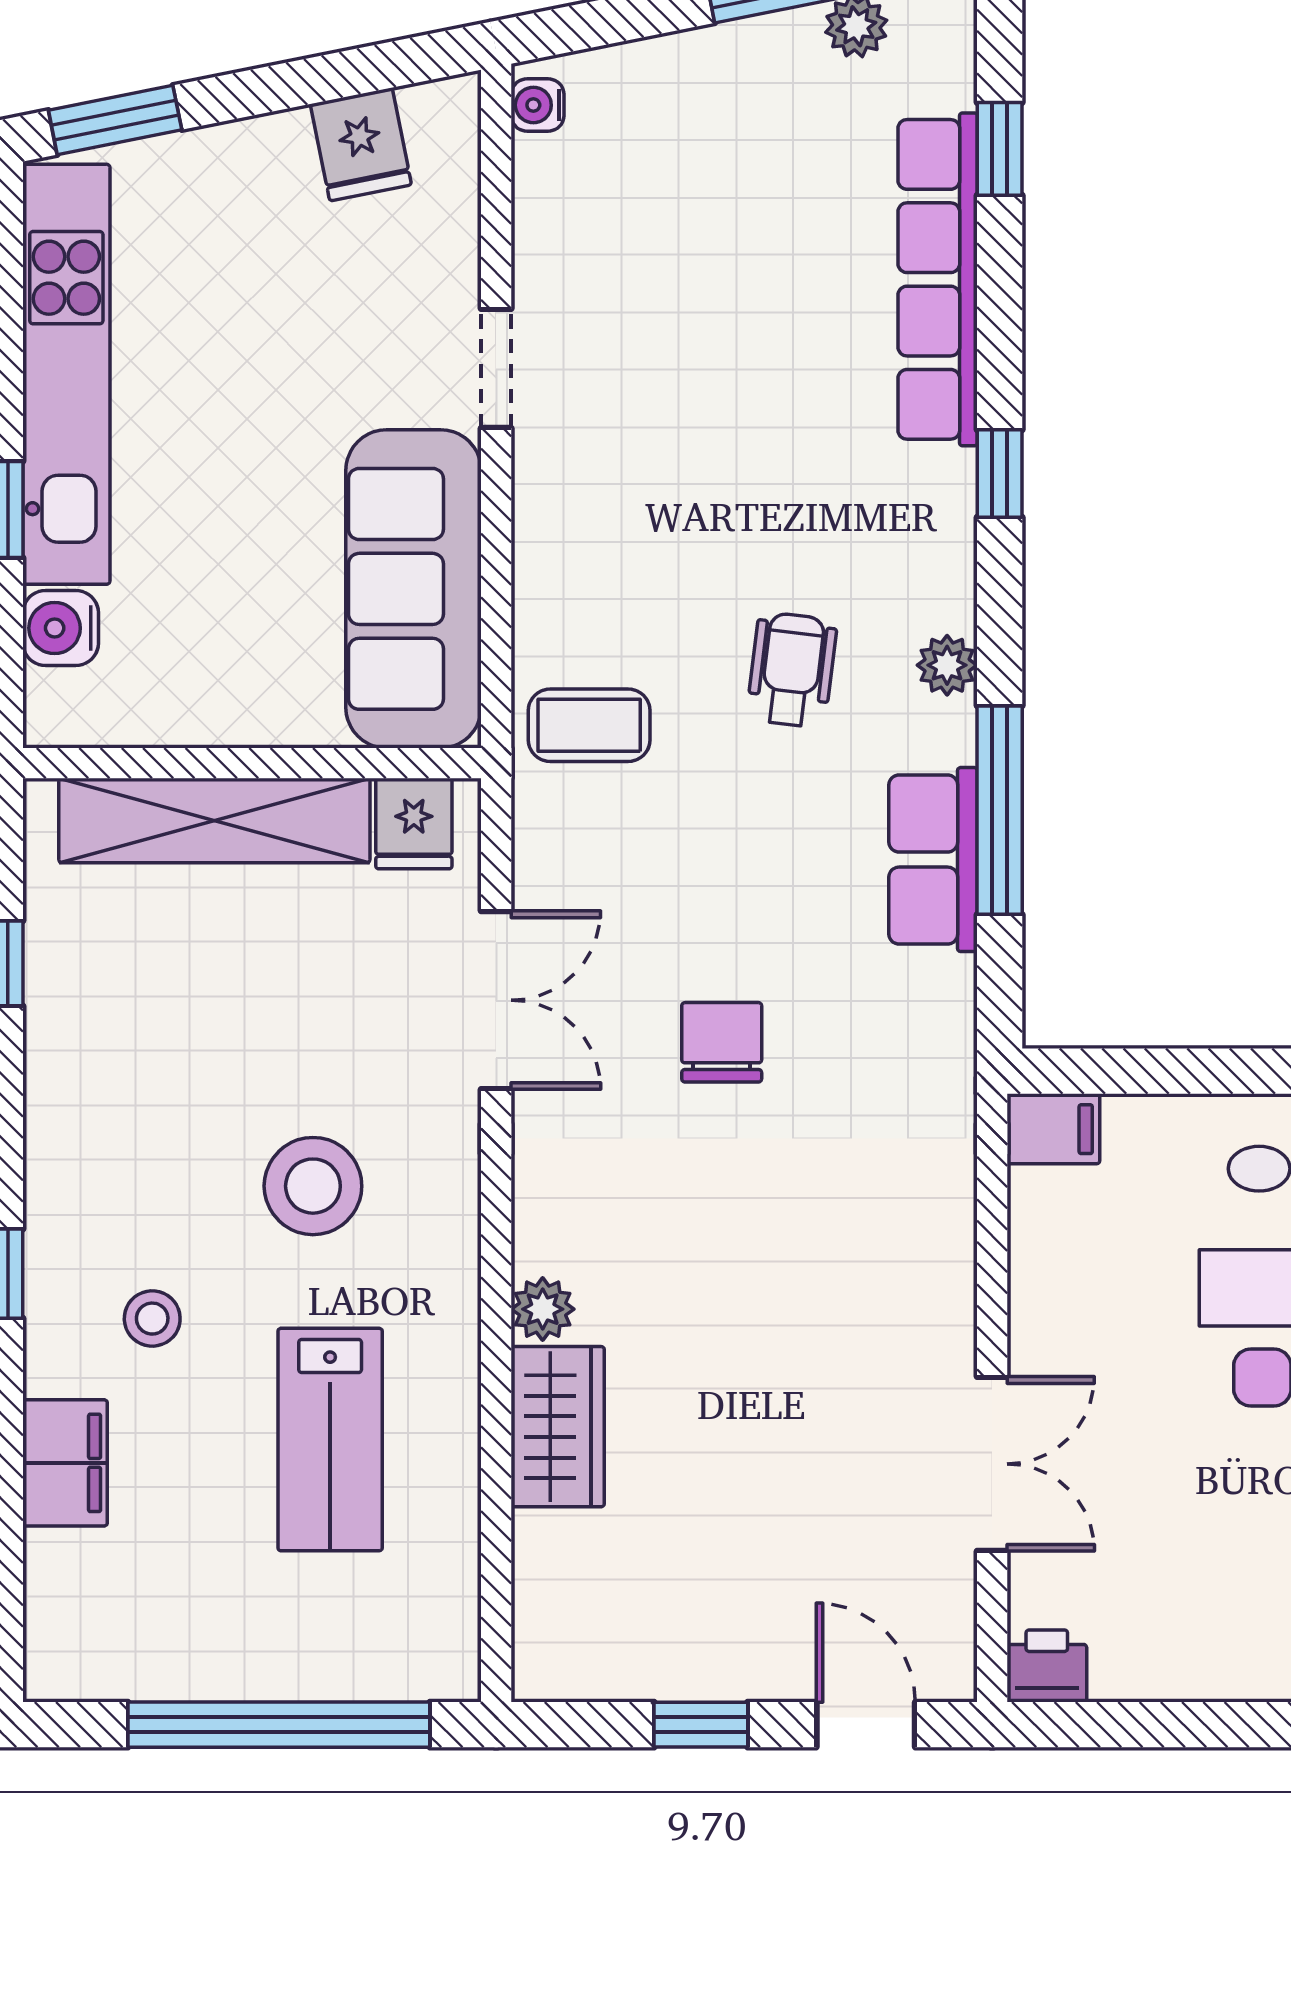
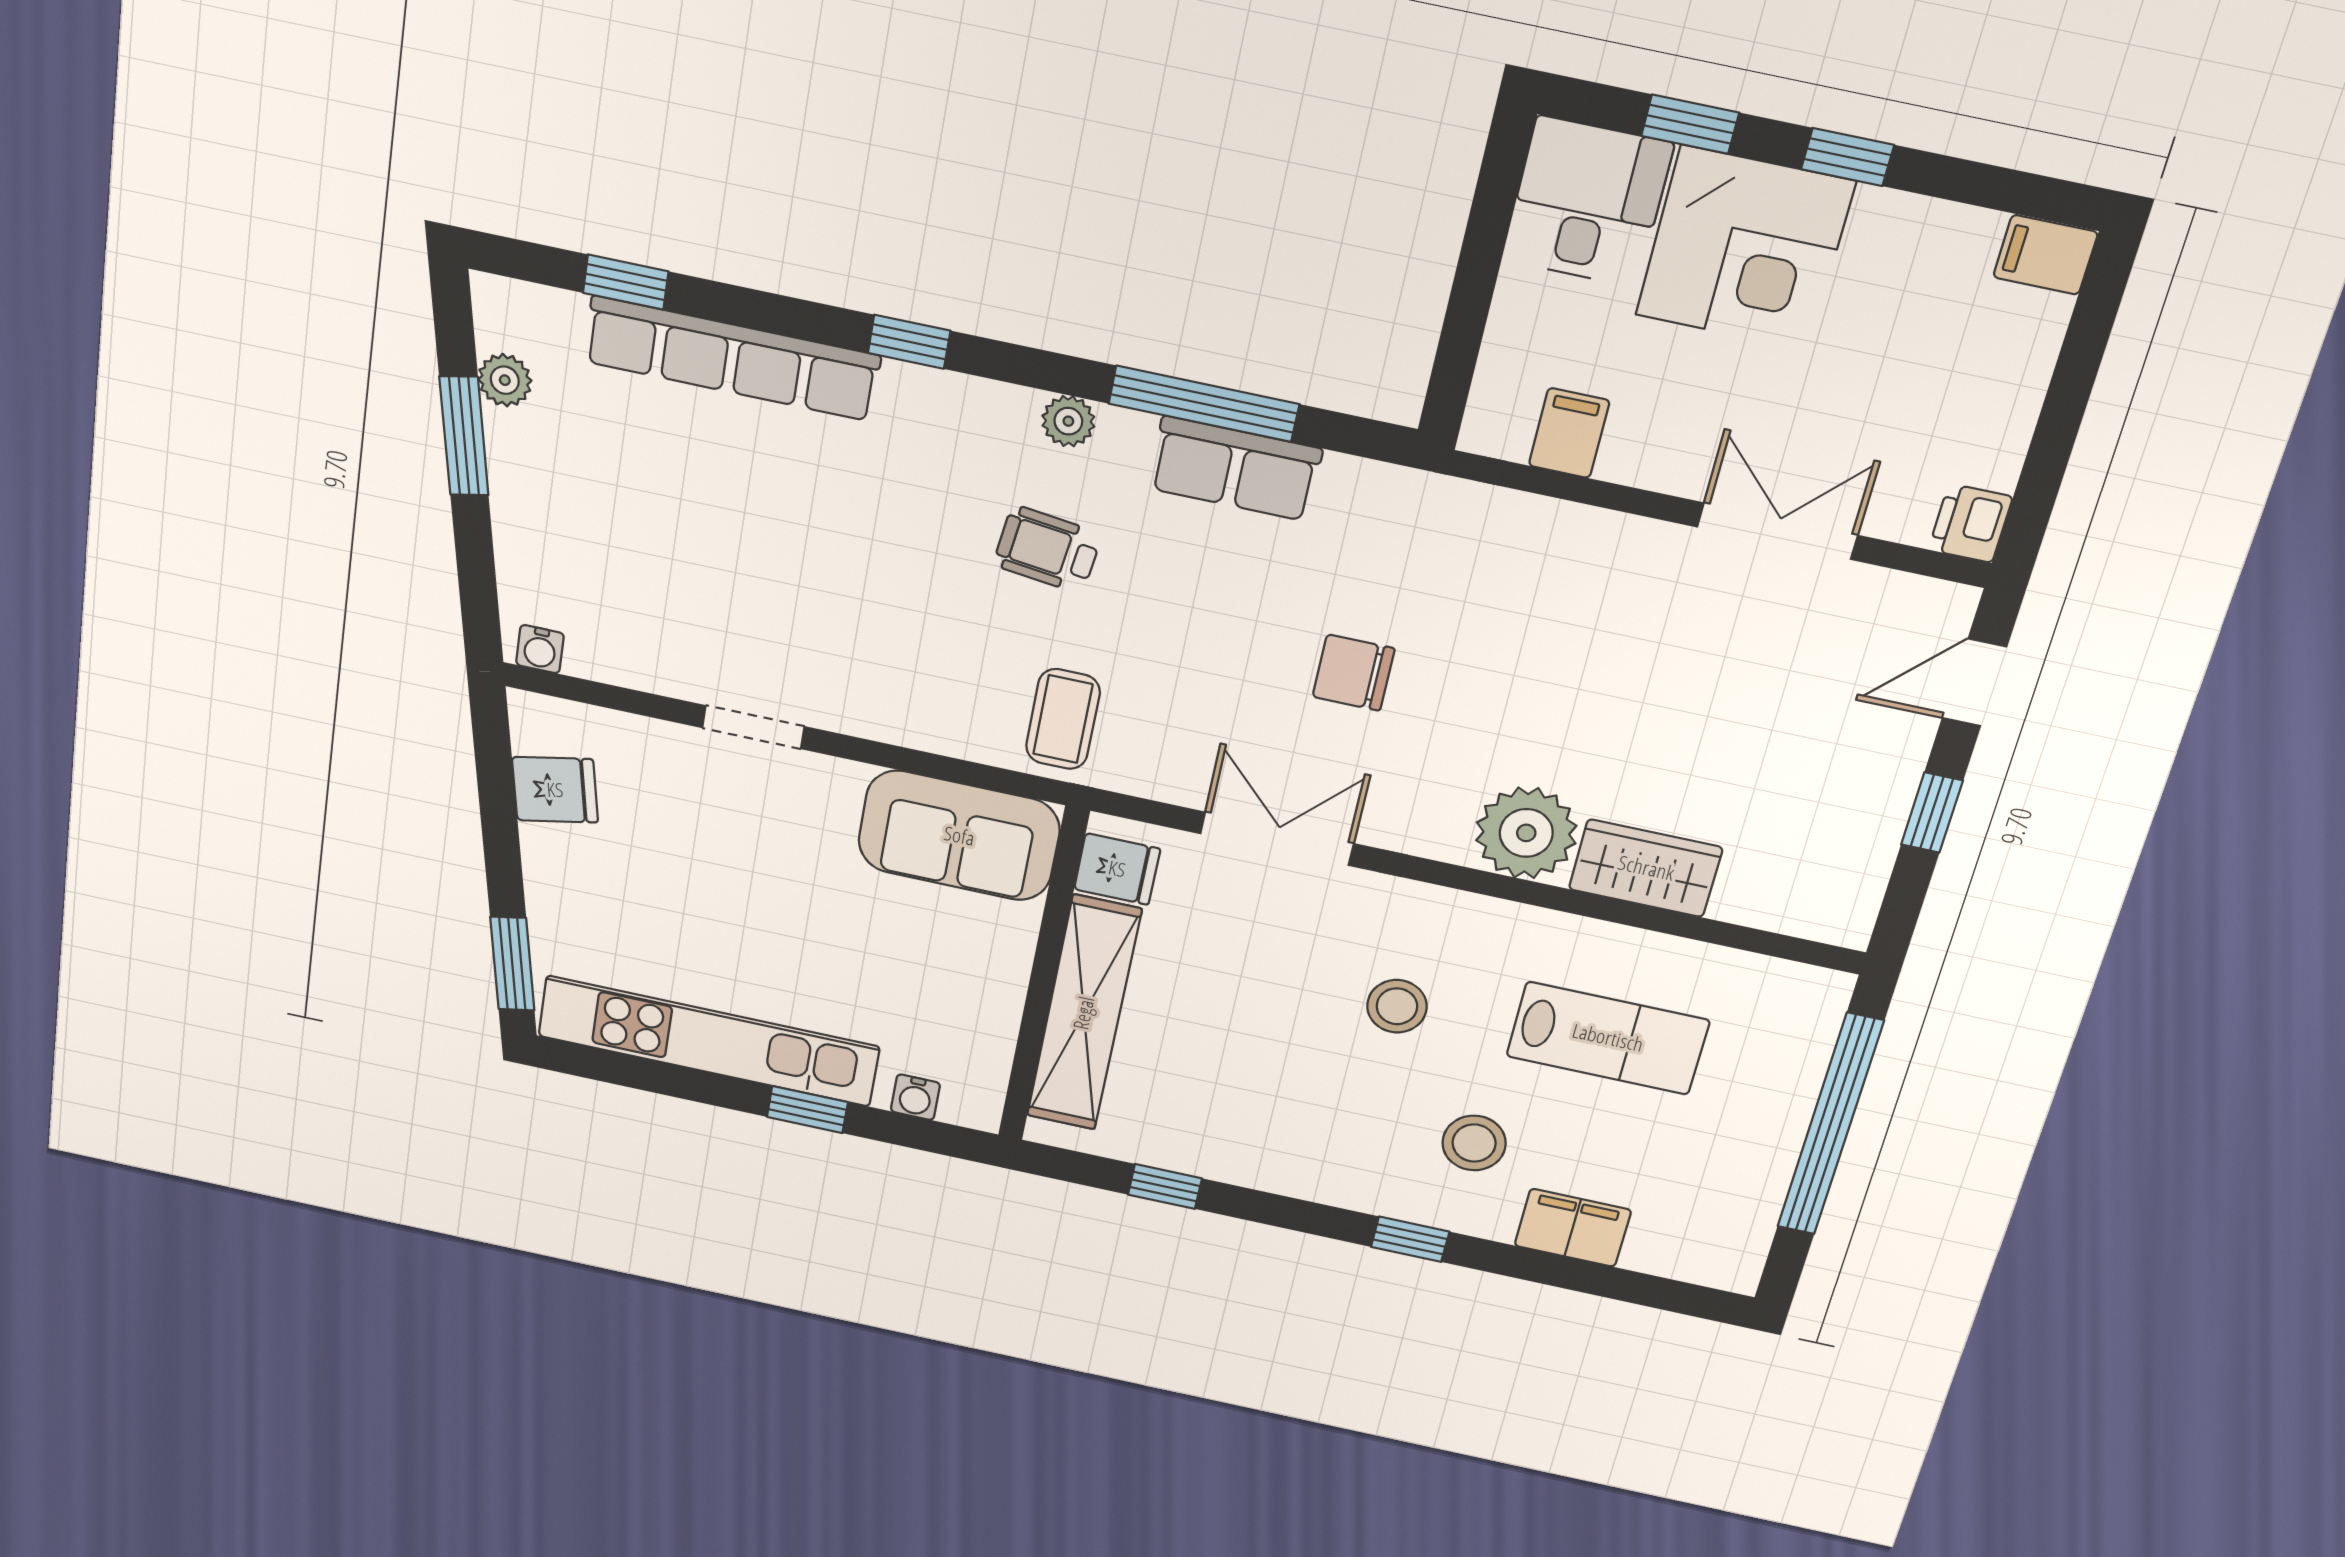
sofa: (414, 589) -> (959, 836), width x0.73
water cooler: (61, 628) -> (915, 1097), width x0.72, depth x0.72
filing cabinet: (1053, 1129) -> (1569, 433), moved
stool: (313, 1186) -> (1397, 1006), width x0.73, depth x0.73
plant: (543, 1309) -> (1526, 833), width x1.88, depth x1.88
stool: (152, 1319) -> (1474, 1143), width x1.37, depth x1.37

